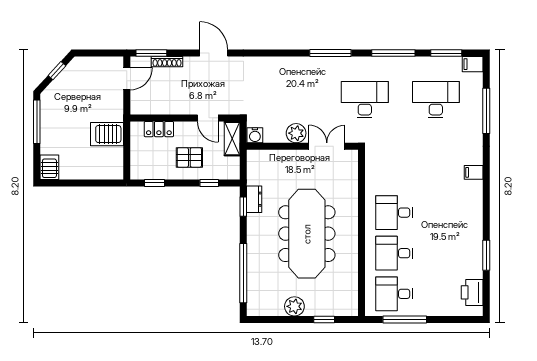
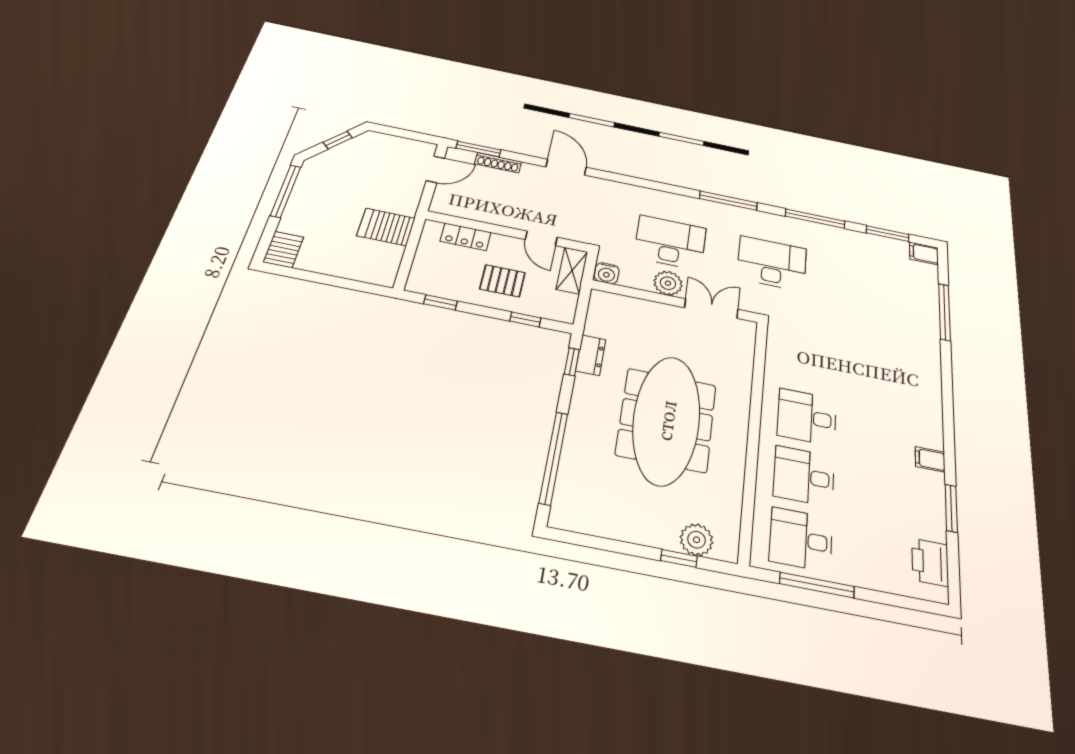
desk: (436, 100) -> (670, 242), moved
filing cabinet: (474, 172) -> (930, 459), moved
plant: (294, 306) -> (697, 540), moved

